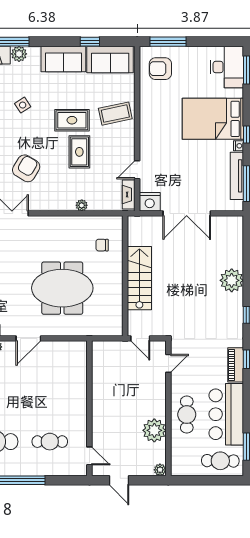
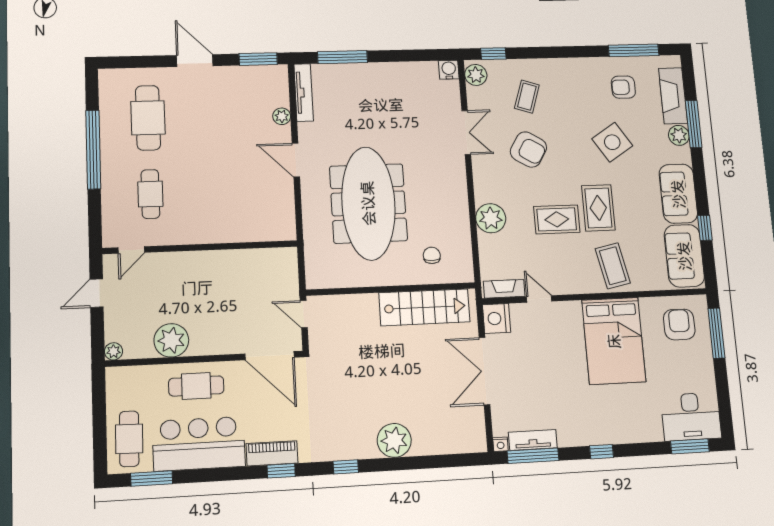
side table: (23, 105) -> (612, 142), width x1.87, depth x1.87
bed: (213, 119) -> (614, 341), moved, turned 180
nightstand: (239, 146) -> (500, 444), moved
tv unit: (237, 176) -> (533, 440), width x0.71
plant: (82, 205) -> (491, 218), width x1.88, depth x1.88
stairs: (139, 278) -> (425, 307), moved
meeting table: (62, 288) -> (368, 203), width x1.36
door: (140, 338) -> (304, 314), hinge flipped
door: (168, 363) -> (270, 356), width x1.87

